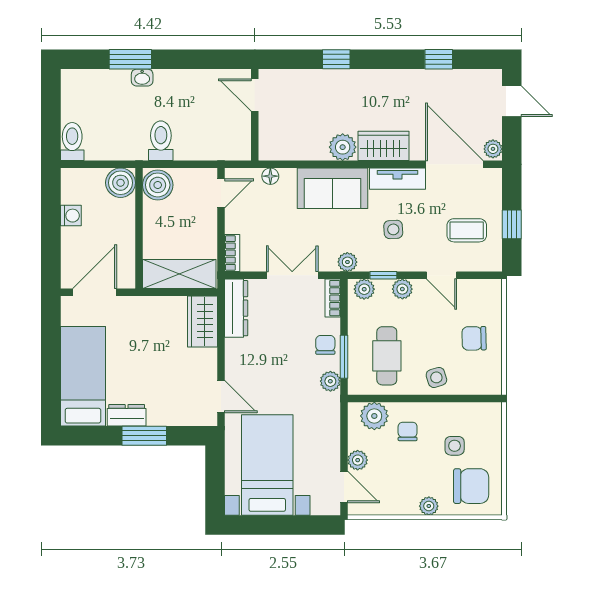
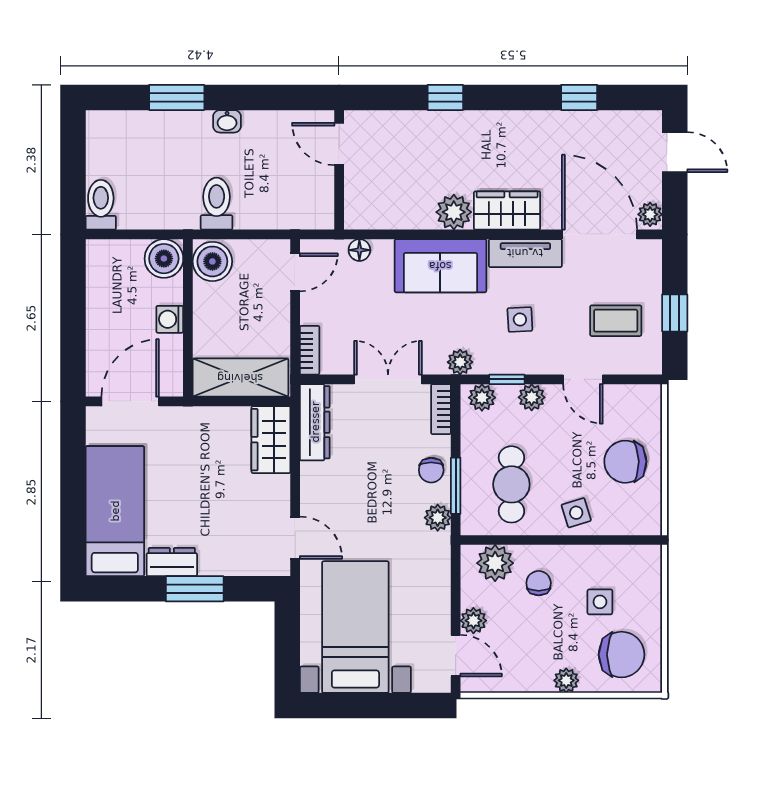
washbasin: (142, 78) -> (227, 121), moved
washing machine: (71, 216) -> (170, 319), moved, turned 180
chair: (474, 338) -> (625, 462), width x1.37, depth x1.37
chair: (325, 345) -> (431, 470), turned 180

